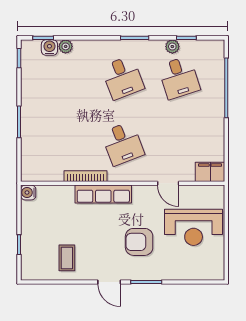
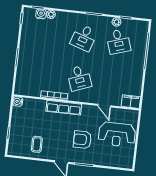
desk: (123, 78) -> (84, 38), turned 39

